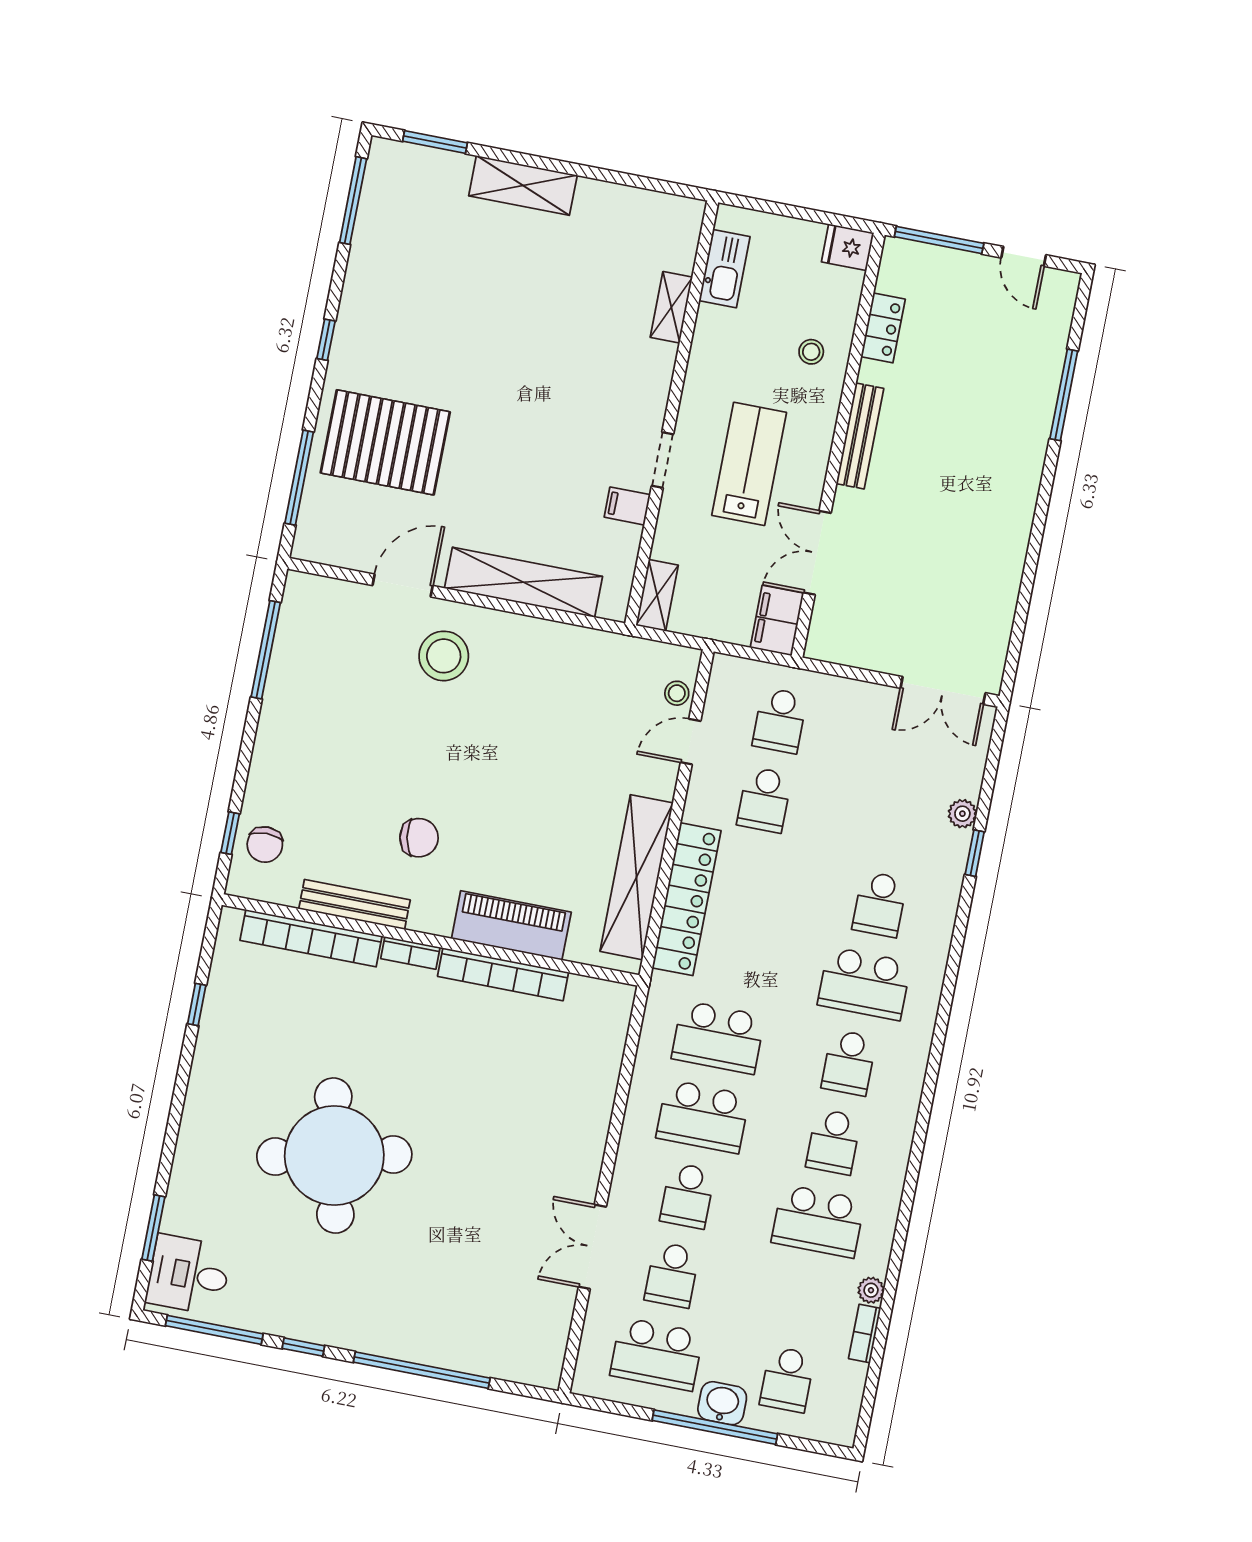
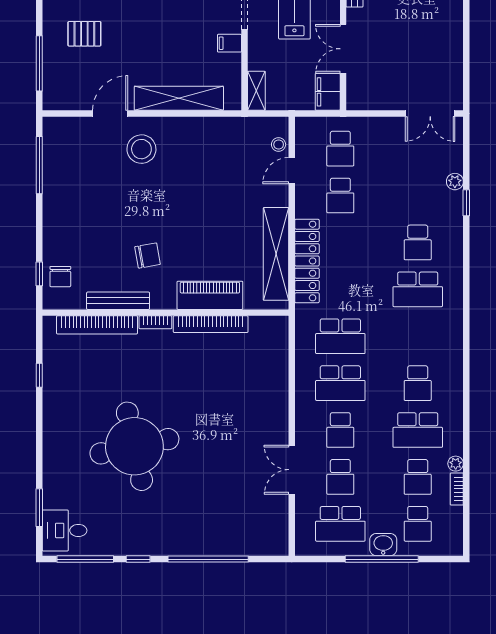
pallet: (385, 442) -> (84, 34), width x0.49, depth x0.50
school desk: (849, 1063) -> (418, 477), moved

